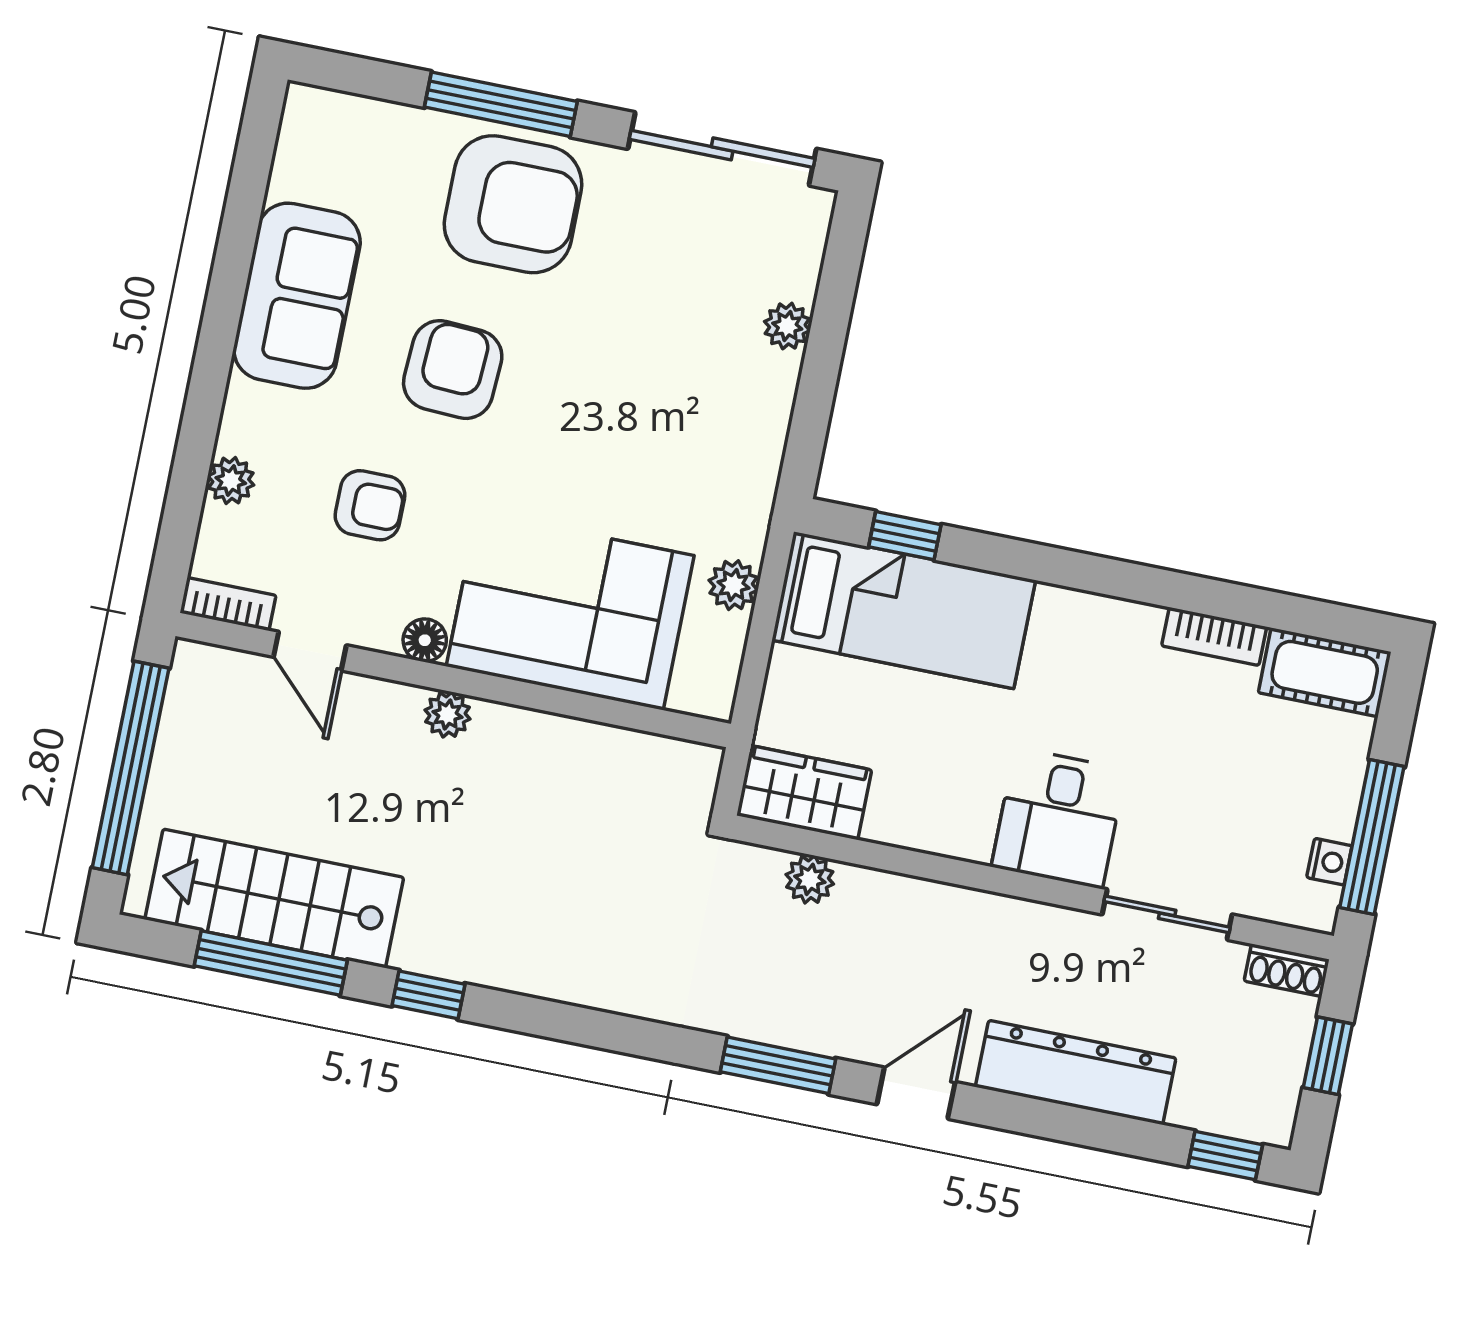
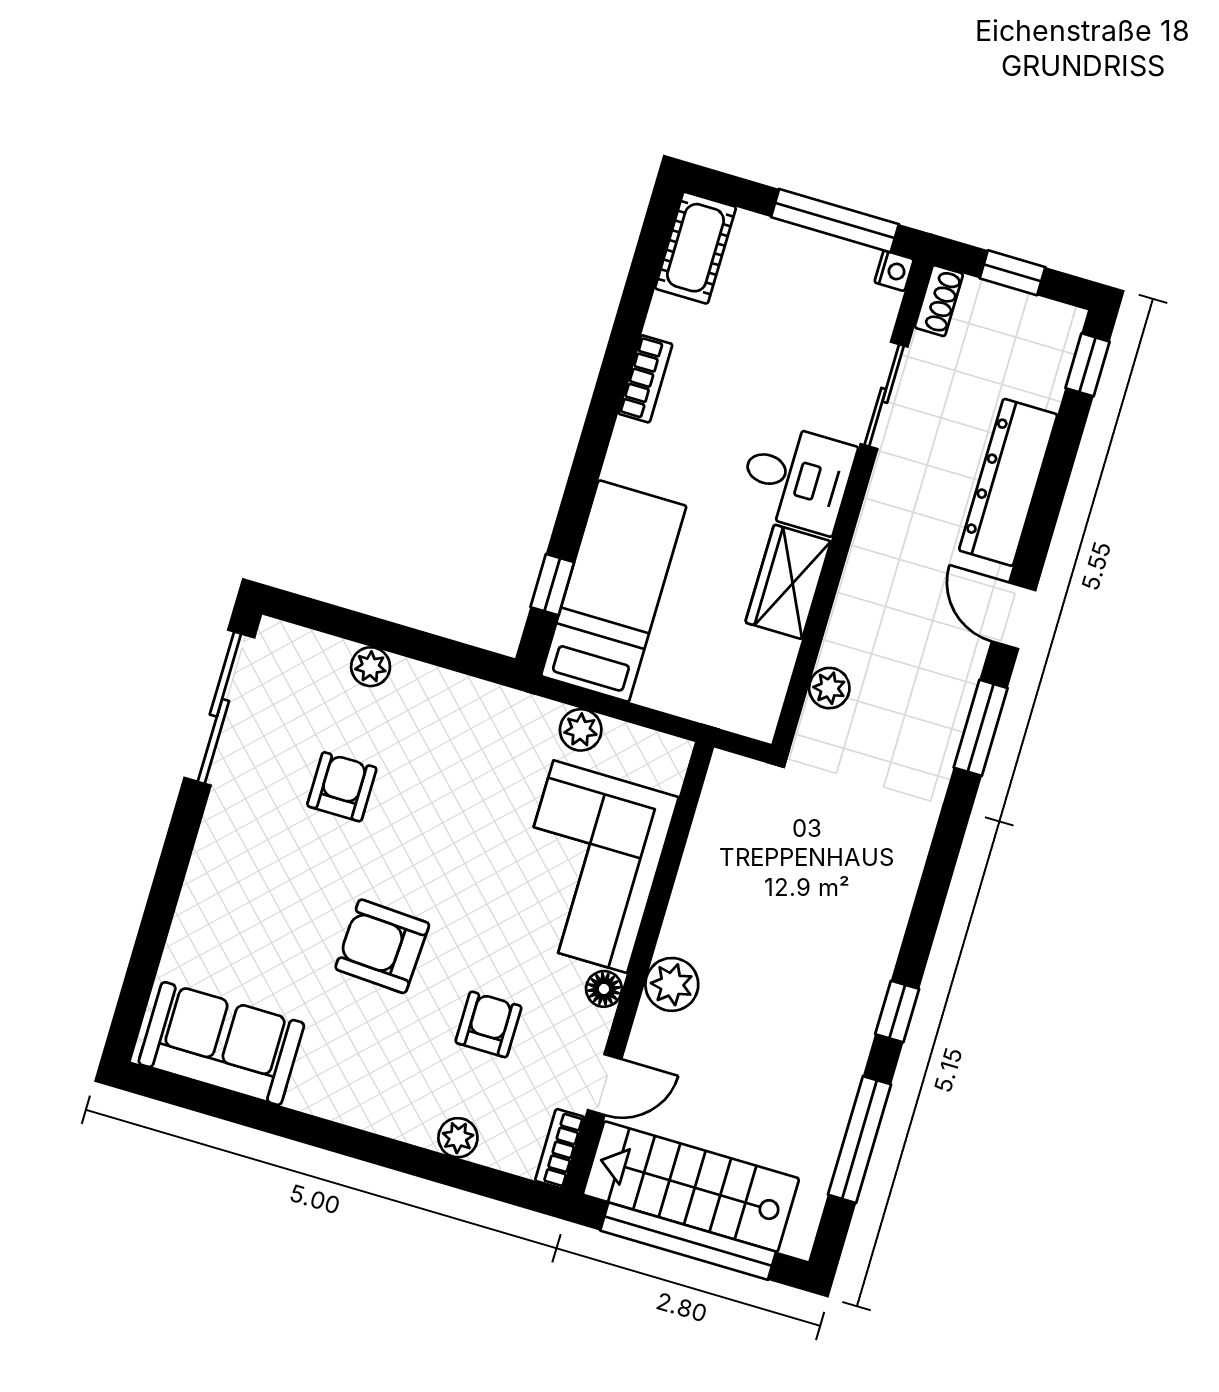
window: (501, 104) -> (167, 887), removed
armchair: (513, 204) -> (342, 787), moved, width x0.53, depth x0.53
sofa: (297, 296) -> (221, 1044), moved
bookcase: (1214, 636) -> (645, 379), moved
plant: (448, 715) -> (672, 984), width x1.38, depth x1.38
wardrobe: (804, 793) -> (788, 582), moved
nightstand: (1329, 862) -> (894, 271), moved, turned 90
stairs: (274, 898) -> (691, 1187), moved, turned 90

